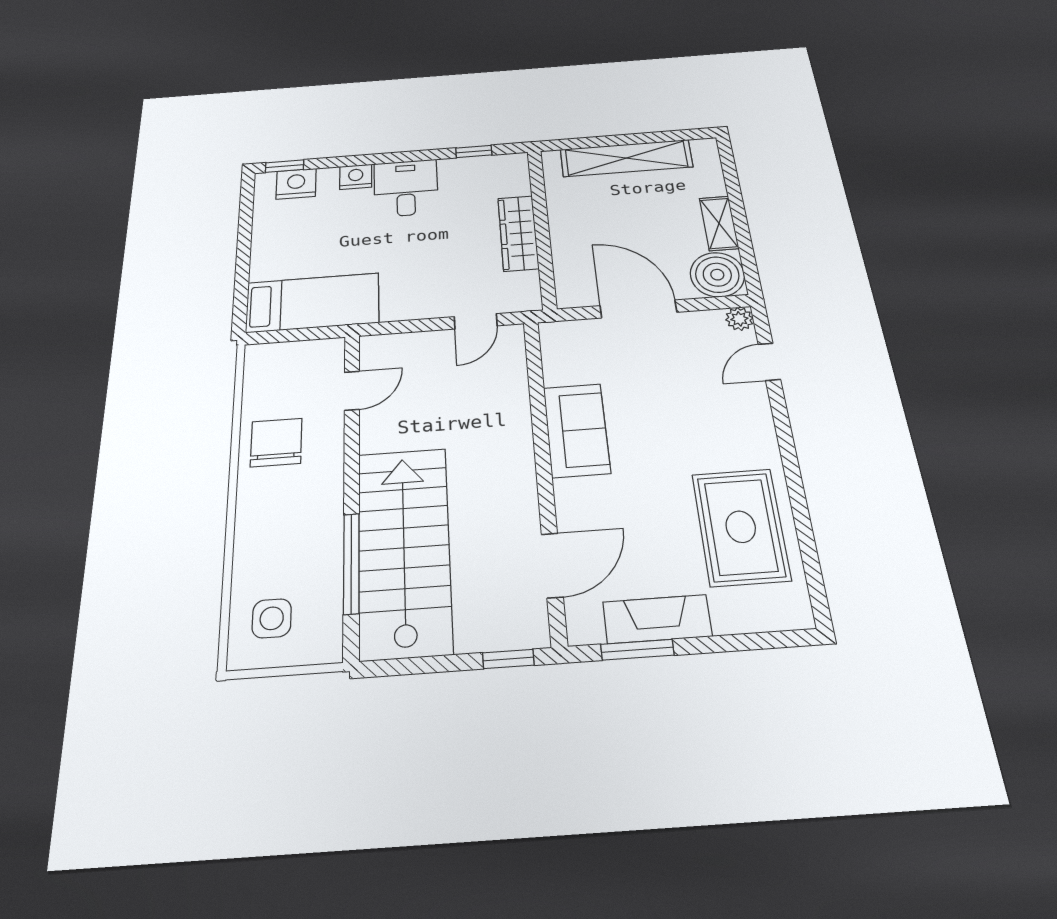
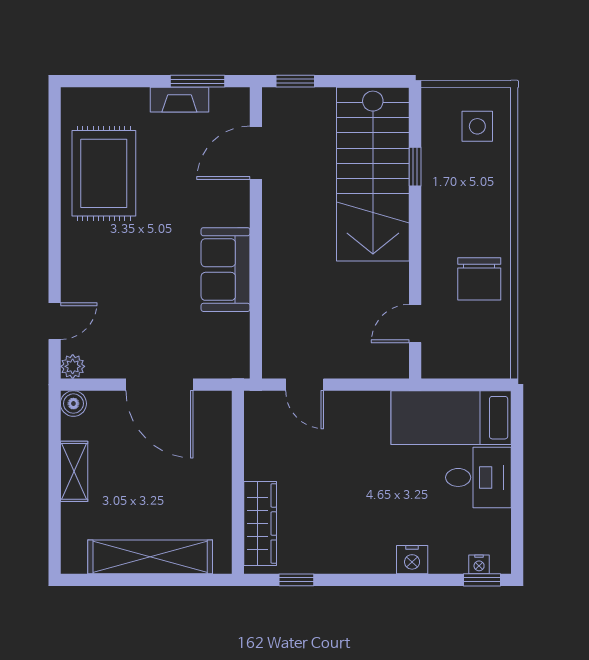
nightstand: (296, 184) -> (479, 564), width x0.53, depth x0.56
desk: (406, 188) -> (478, 477), moved, turned -90
wardrobe: (518, 233) -> (260, 524), moved
boiler: (717, 275) -> (73, 404), width x0.54, depth x0.54
door: (476, 321) -> (305, 385), swing flipped
window: (351, 563) -> (415, 167), width x0.46
fireplace: (657, 619) -> (179, 100), width x0.73, depth x0.76

